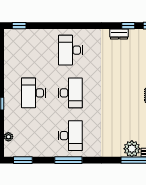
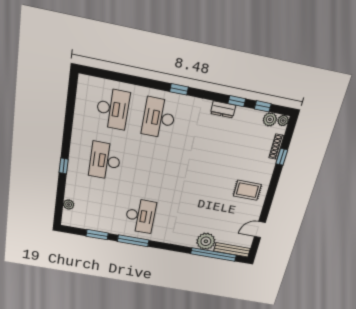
window: (19, 26) -> (179, 89), moved
desk: (70, 93) -> (113, 109), moved
window: (23, 160) -> (97, 235), moved

